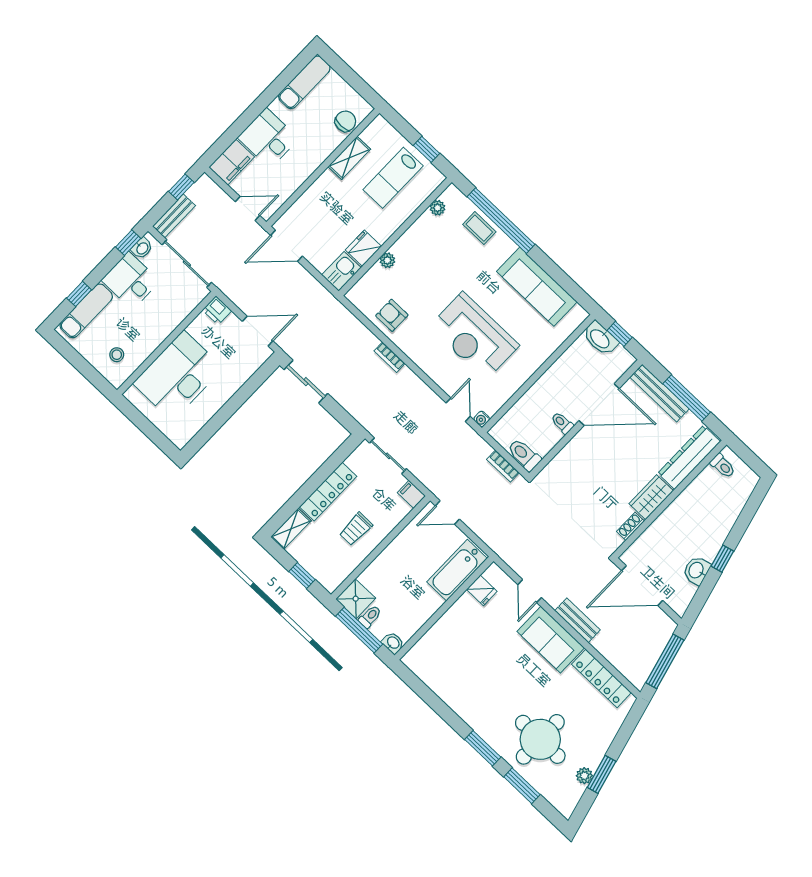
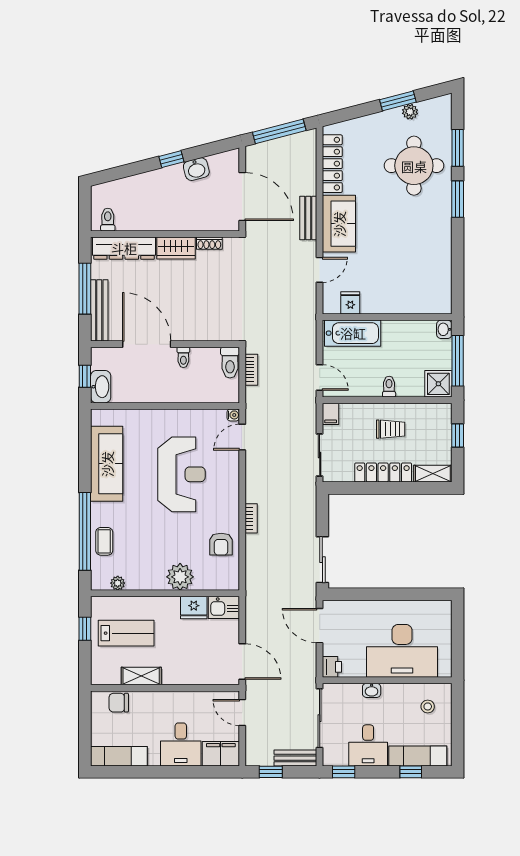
washbasin: (142, 248) -> (372, 690), moved, turned 180
plant: (387, 260) -> (180, 577), width x1.88, depth x1.88
toilet: (370, 617) -> (389, 387), moved, turned 90

